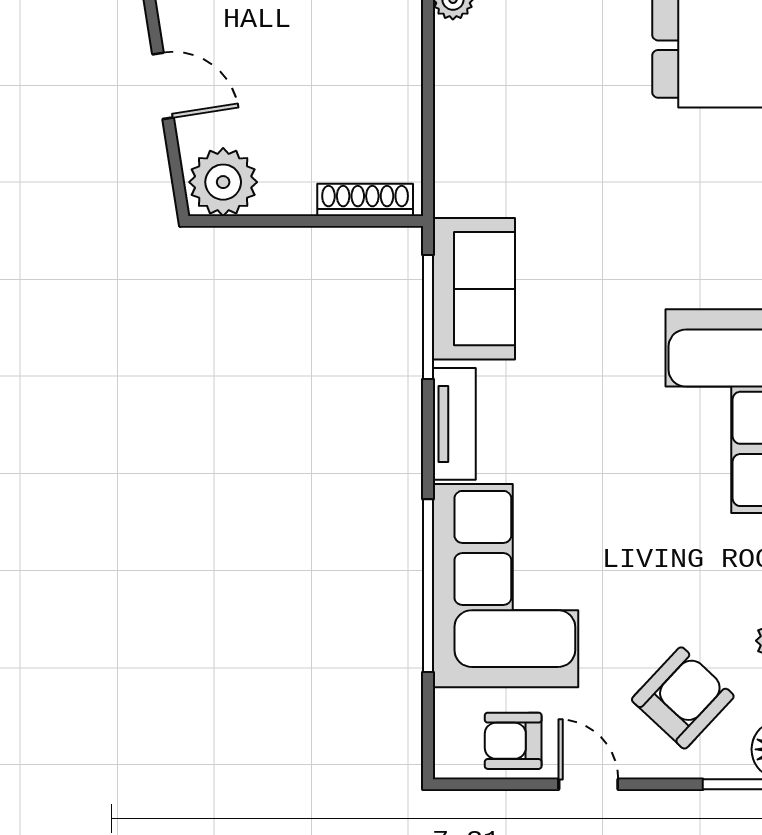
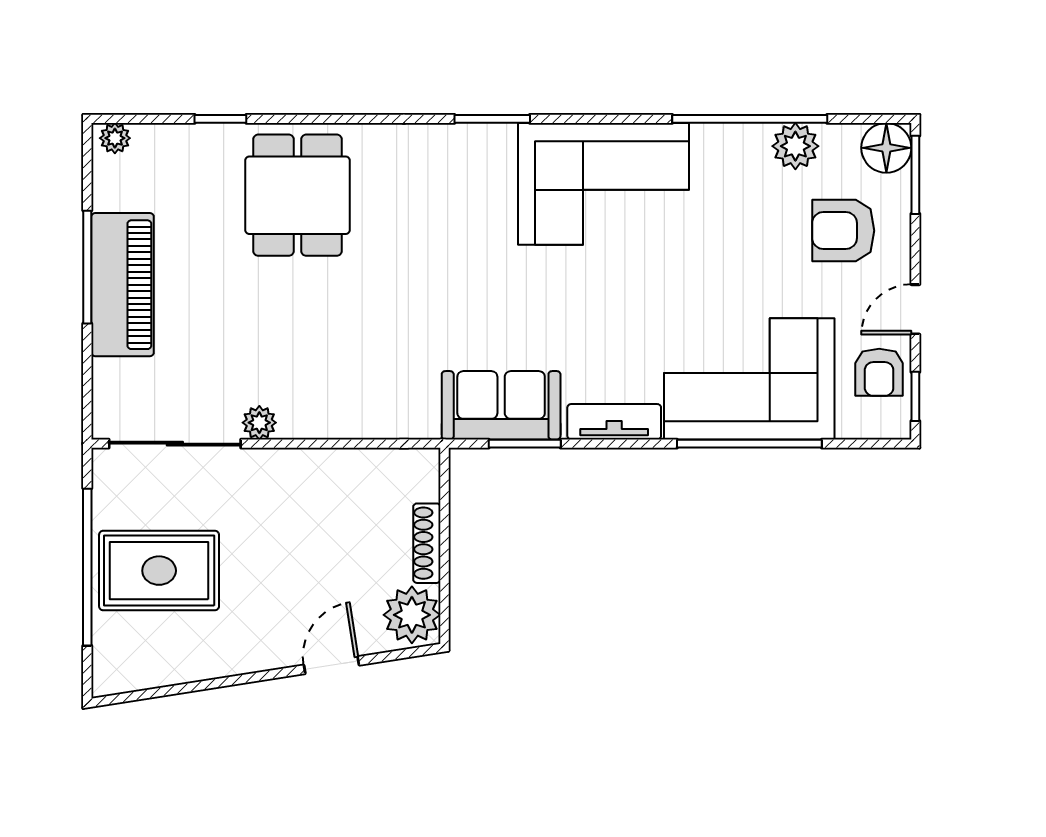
shoe rack: (365, 200) -> (427, 543), moved
window: (428, 317) -> (525, 444), width x0.69
armchair: (683, 698) -> (843, 231), turned -43
window: (484, 784) -> (915, 396), added

